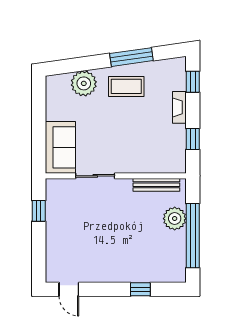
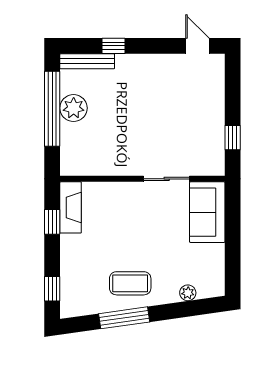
plant: (84, 83) -> (188, 293), width x0.53, depth x0.53
fireplace: (179, 107) -> (71, 207), moved, width x1.37, depth x1.32
bench: (156, 185) -> (87, 61), moved
plant: (175, 219) -> (74, 108), moved

